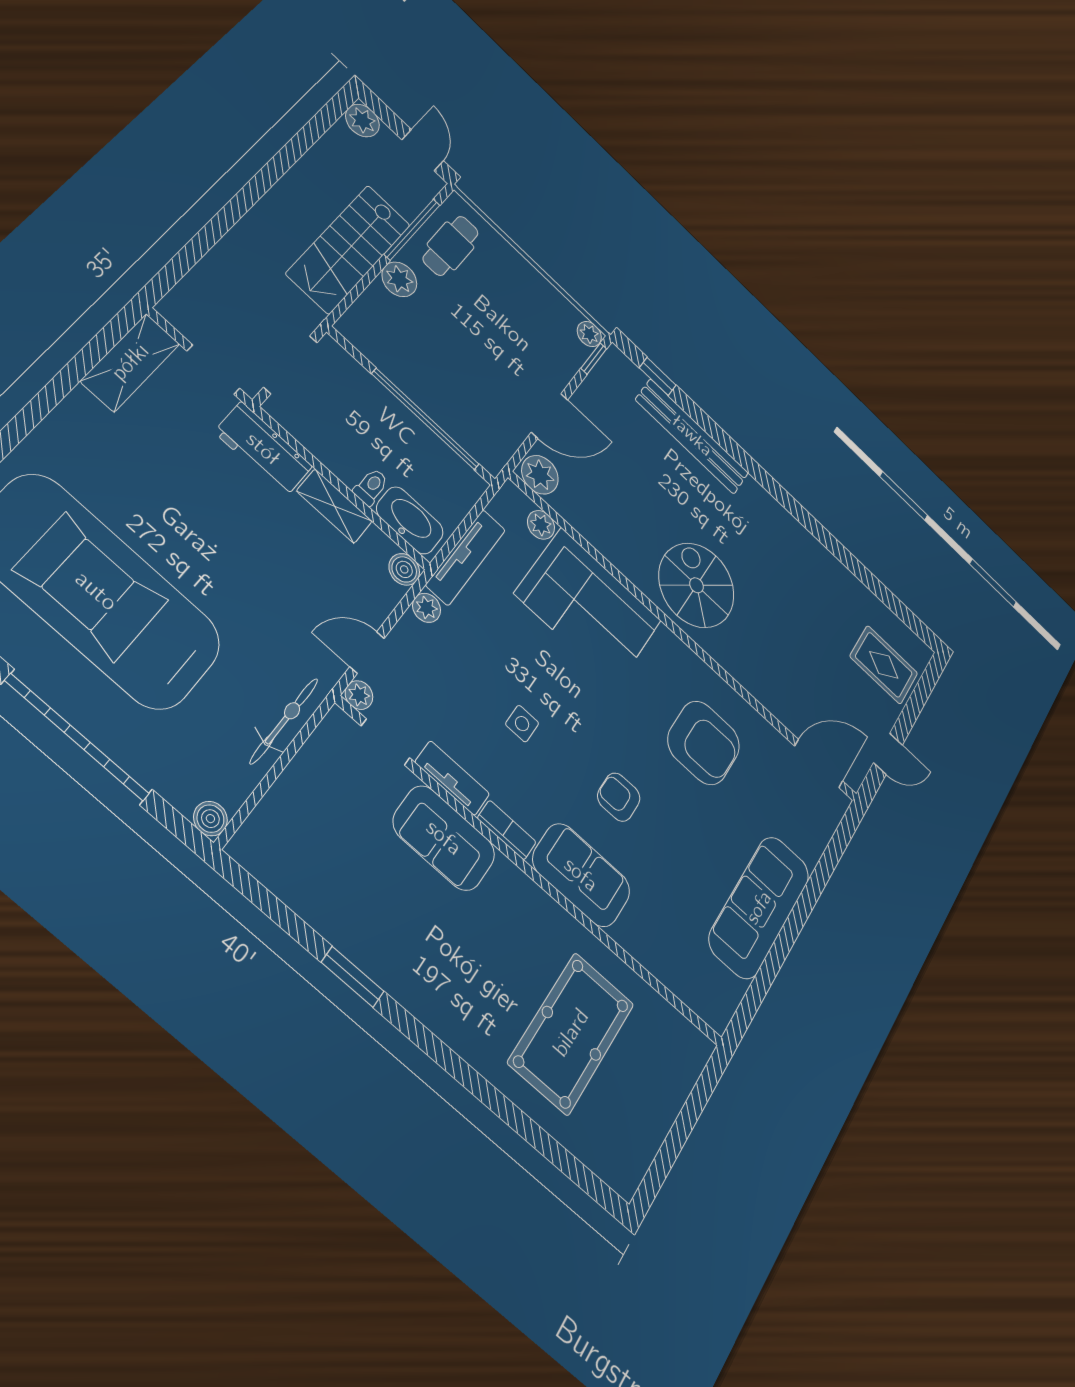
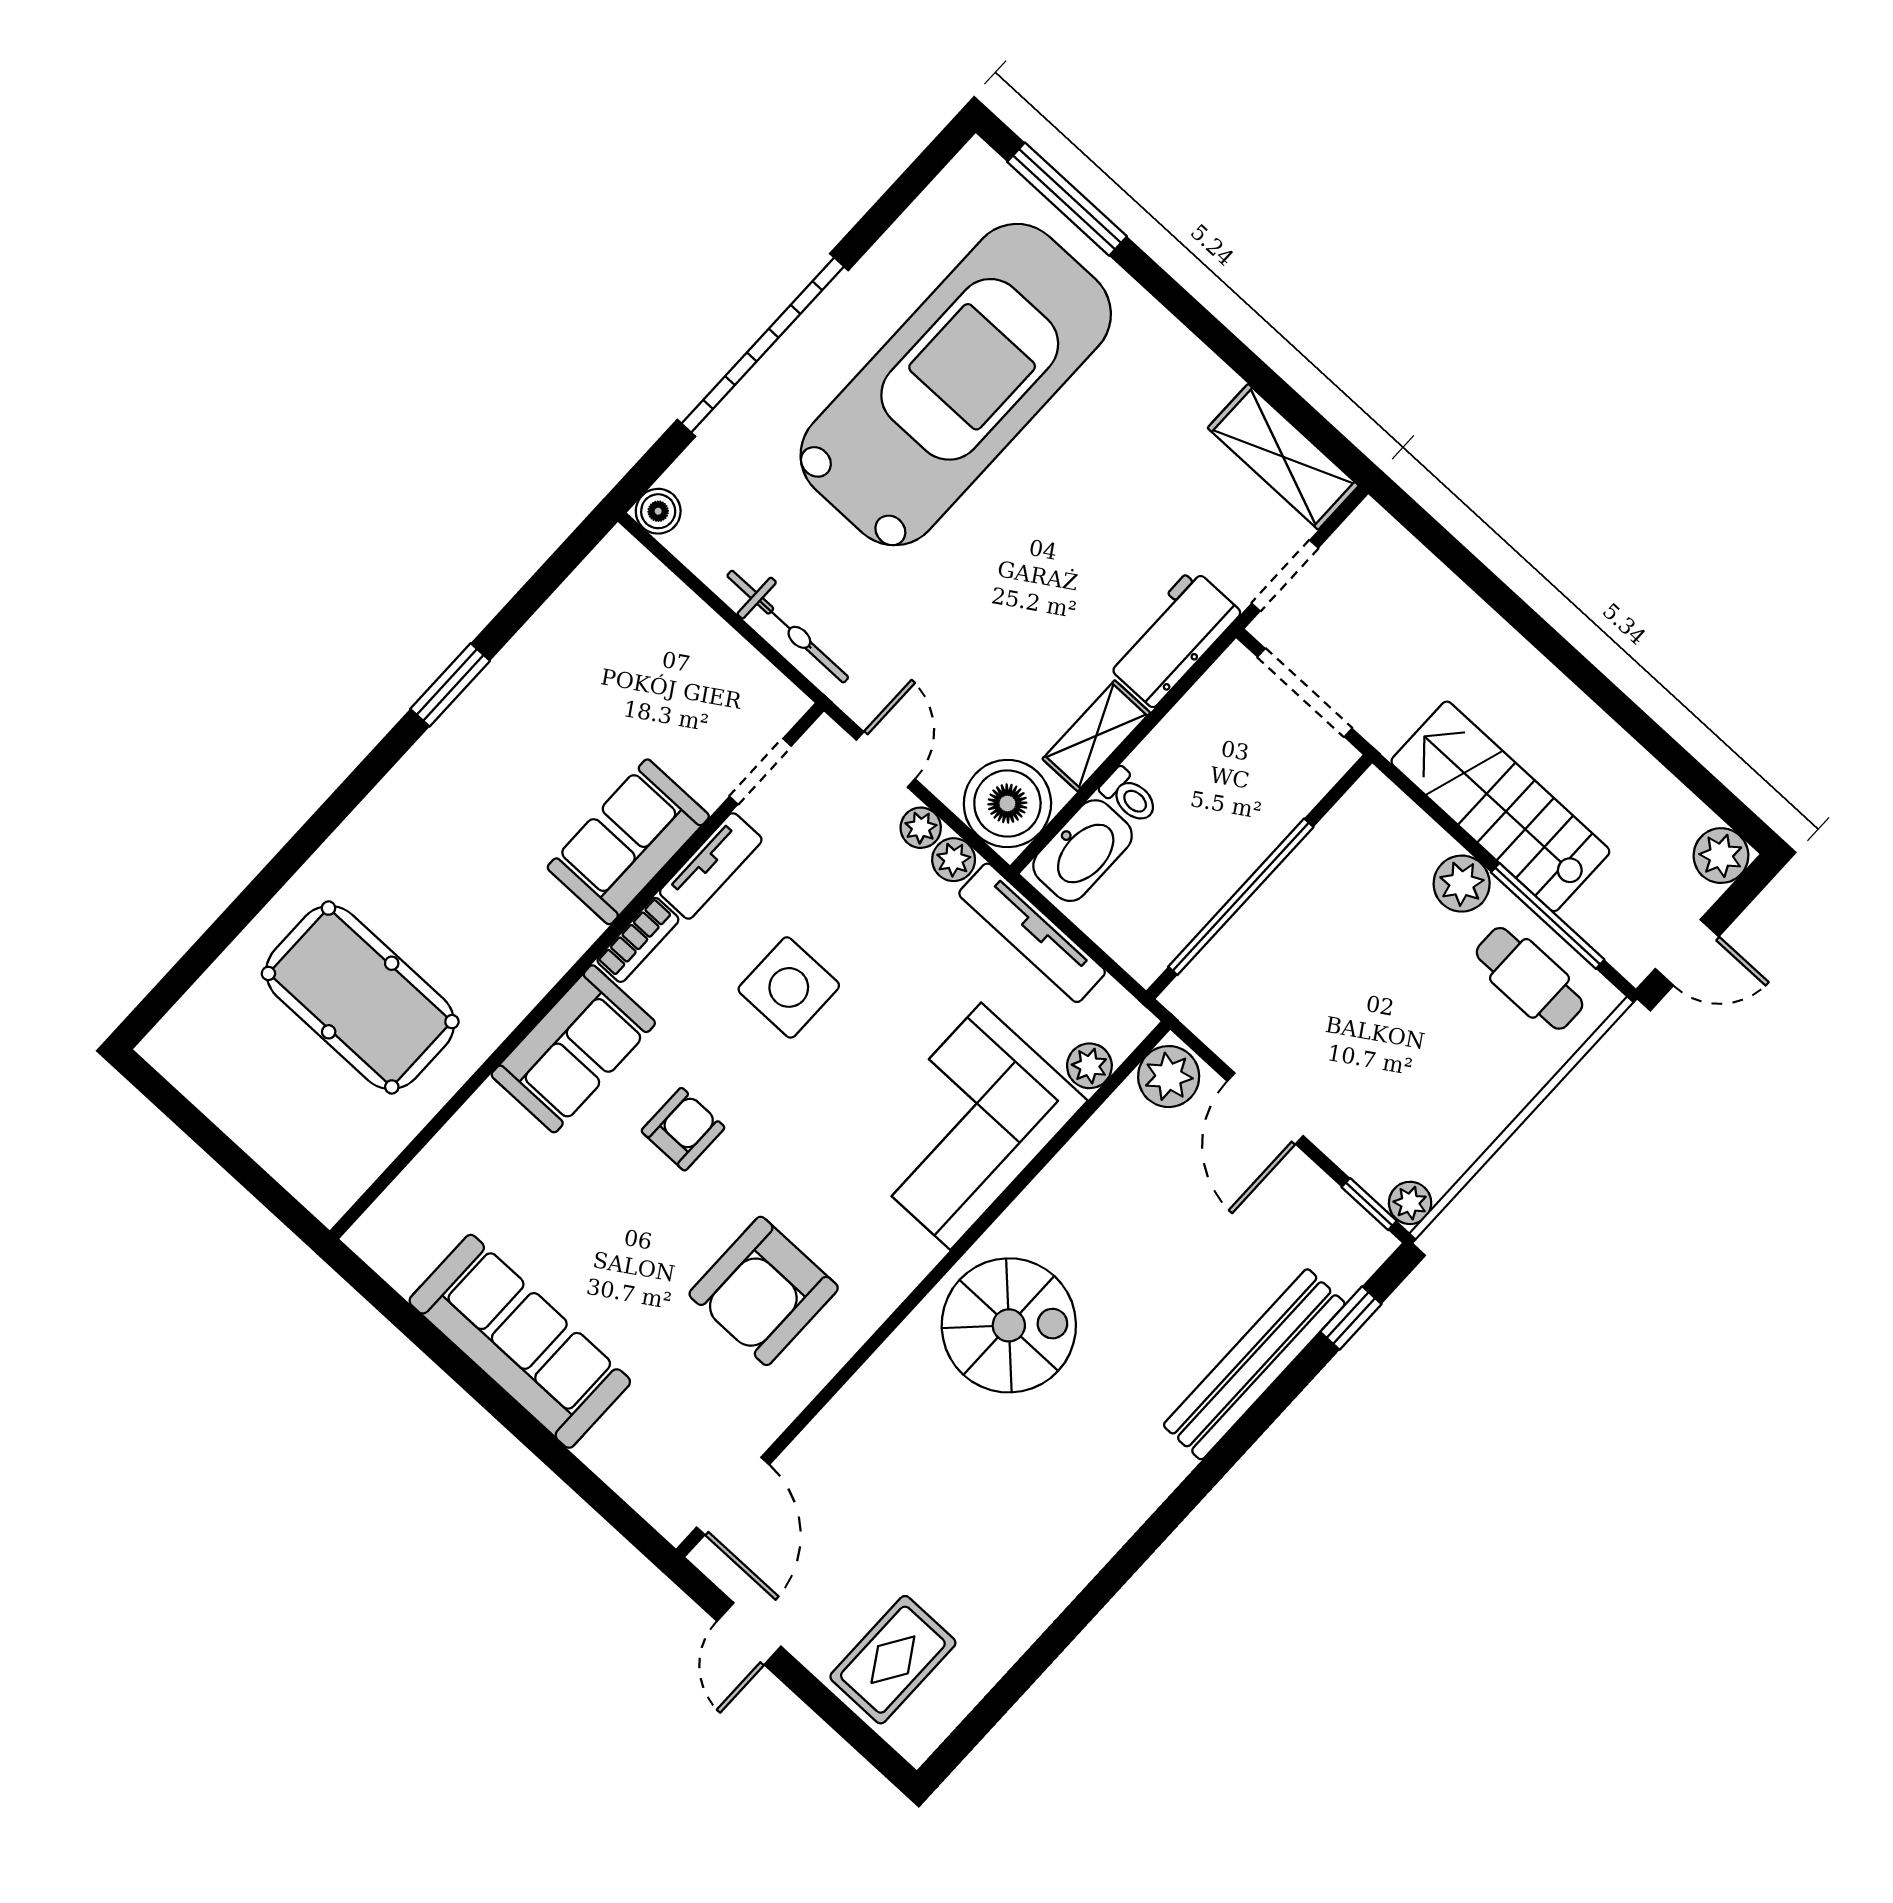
boiler: (404, 569) -> (1007, 803), width x1.86, depth x1.86
plant: (359, 695) -> (921, 828), moved
side table: (522, 724) -> (789, 987), width x1.87, depth x1.87

